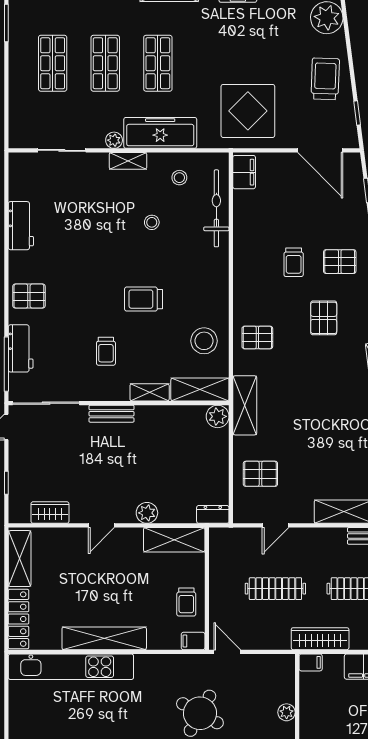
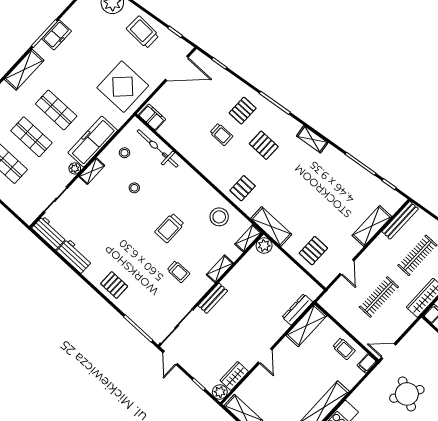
pallet: (29, 296) -> (114, 285), turned 90
workbench: (21, 348) -> (49, 233), moved
shelving: (200, 390) -> (248, 238), width x0.67, depth x0.75
plant: (147, 513) -> (220, 392), moved
dresser: (213, 514) -> (297, 310), moved, width x1.44

